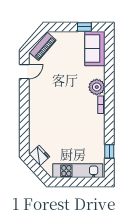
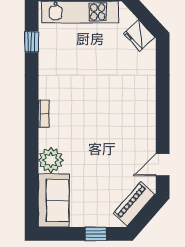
window: (84, 27) -> (96, 234), moved
plant: (97, 87) -> (51, 160), moved

